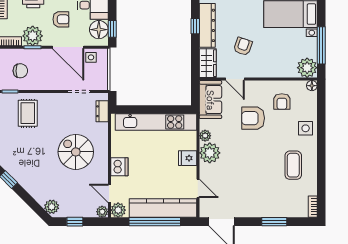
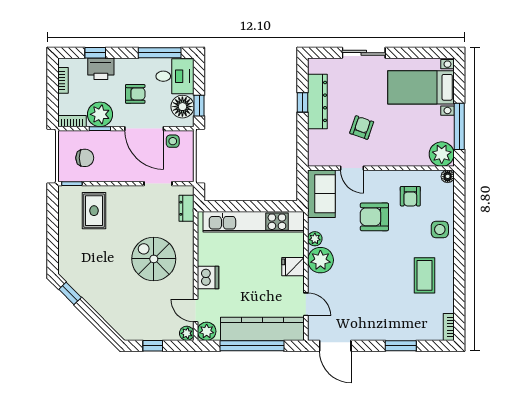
wardrobe: (208, 63) -> (318, 148), removed
plant: (52, 207) -> (124, 327), removed

